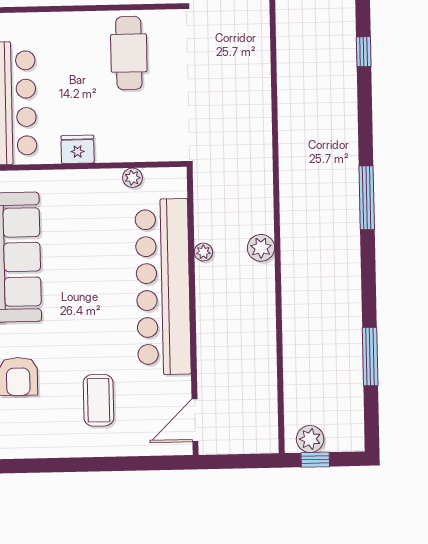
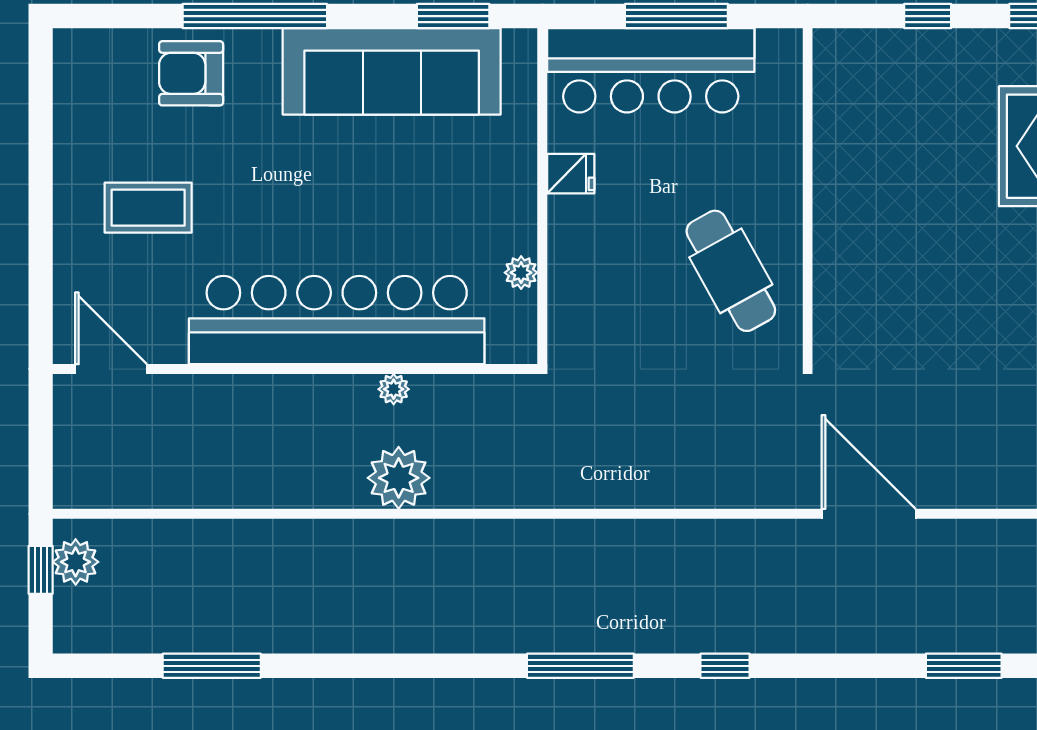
cafe table: (129, 53) -> (731, 271), turned 61
fridge: (78, 149) -> (571, 174), width x0.72
window: (367, 198) -> (580, 666), moved
plant: (261, 248) -> (399, 478), width x1.36, depth x1.36

